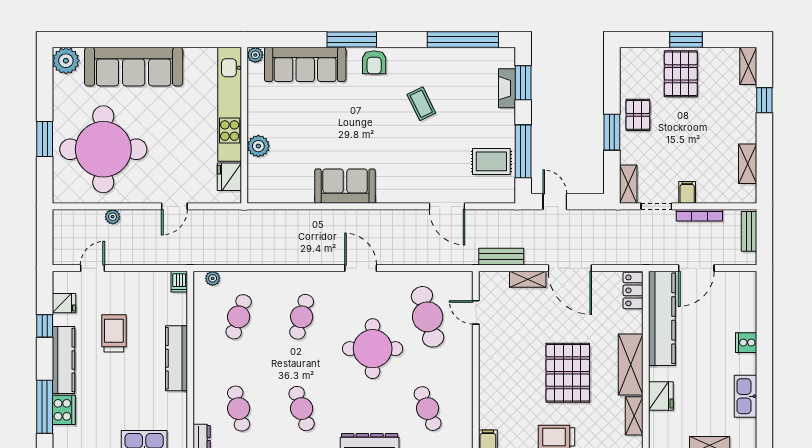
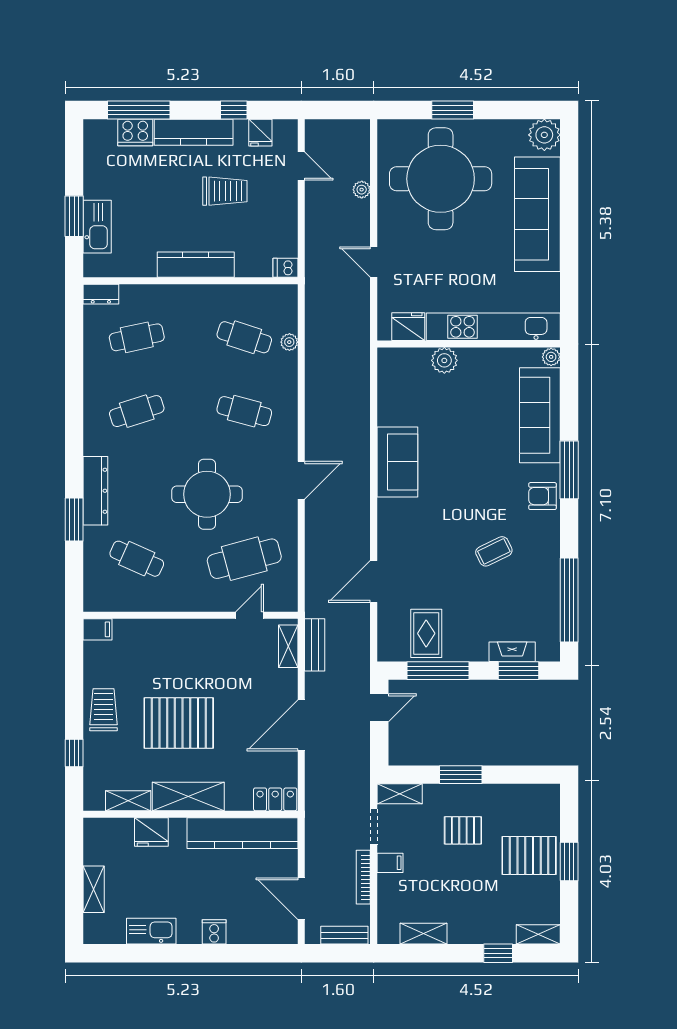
pallet: (638, 115) -> (463, 830), moved
door: (696, 268) -> (301, 899), moved
plant: (213, 278) -> (289, 342), moved
shelving: (528, 279) -> (288, 646), moved
cafe table: (428, 409) -> (137, 559), turned 45

